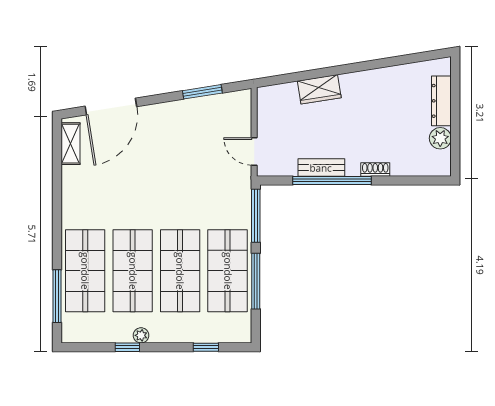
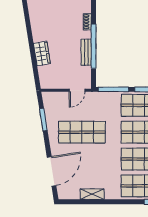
door: (111, 106) -> (52, 171), hinge flipped
shelving: (71, 144) -> (92, 194), moved
shop shelf: (180, 160) -> (82, 132), added

